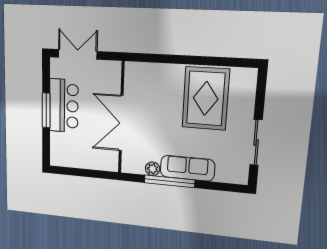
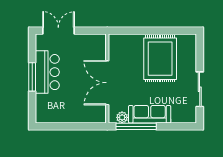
wall: (121, 118) -> (107, 79), moved
double door: (121, 123) -> (107, 83), moved

